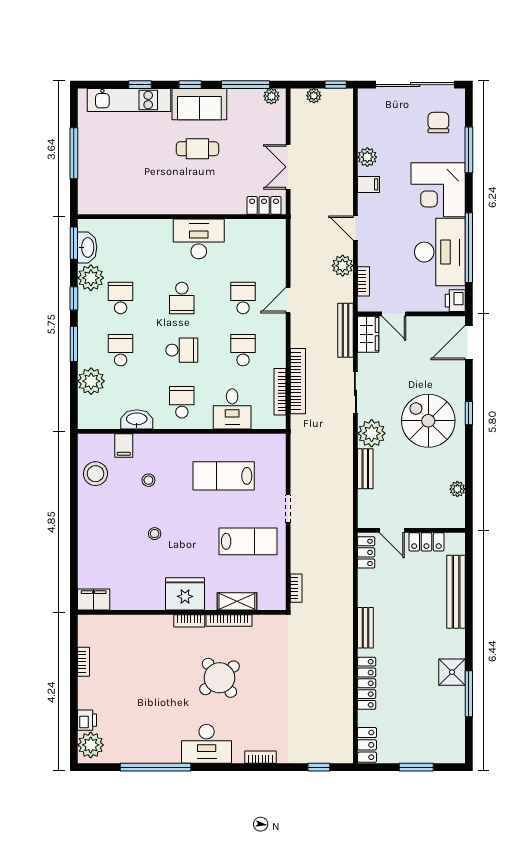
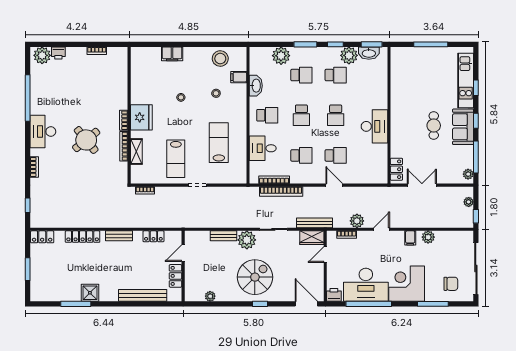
school desk: (182, 298) -> (336, 115), turned -90
locker: (366, 552) -> (153, 236), moved
filing cabinet: (94, 600) -> (172, 54), moved, turned 90

